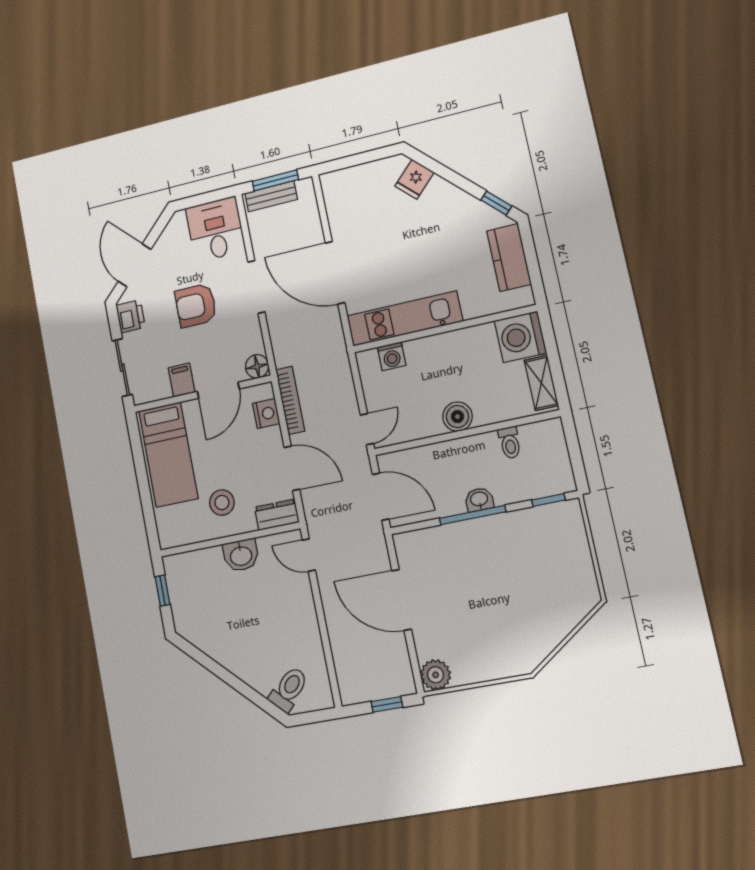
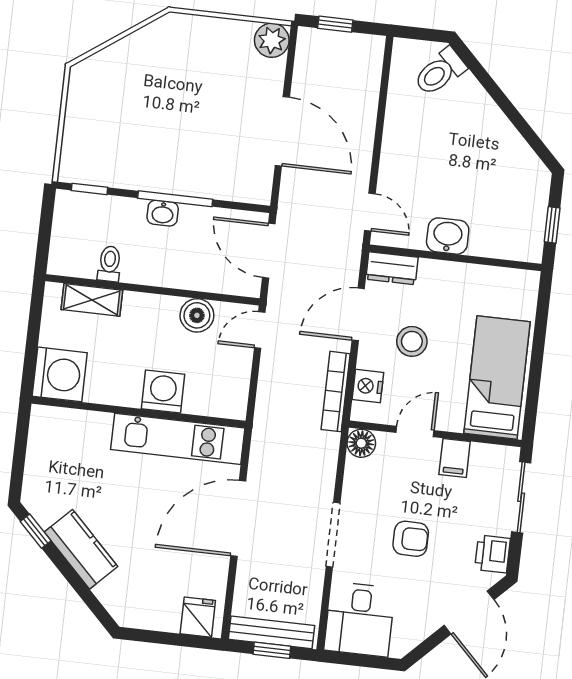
fridge: (414, 179) -> (198, 617), moved, turned -45
window: (275, 180) -> (272, 650), width x0.67
bench: (271, 196) -> (272, 632), width x1.36
kitchen counter: (509, 258) -> (81, 549), moved, turned -45
door: (335, 273) -> (238, 518), swing flipped
armchair: (196, 306) -> (411, 539), width x0.72, depth x0.72
washing machine: (392, 356) -> (163, 392), moved, width x1.38, depth x1.38
shelving: (541, 383) -> (92, 300), moved, turned 90
door: (218, 390) -> (415, 432), width x0.73
boiler: (457, 417) -> (197, 315), moved
door: (292, 468) -> (358, 314), hinge flipped
stool: (222, 503) -> (412, 341), moved

